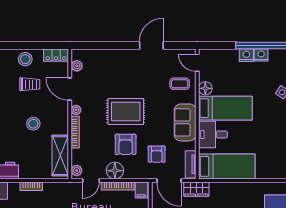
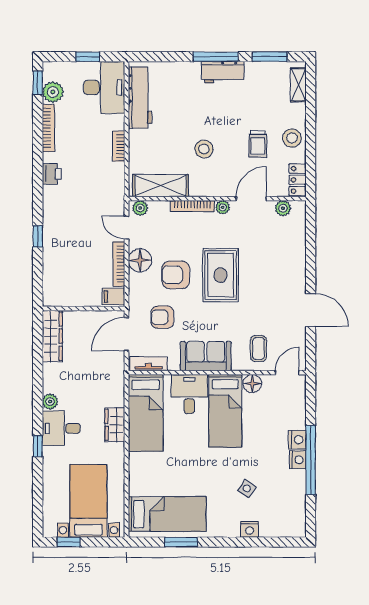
wardrobe: (196, 189) -> (115, 425), moved

